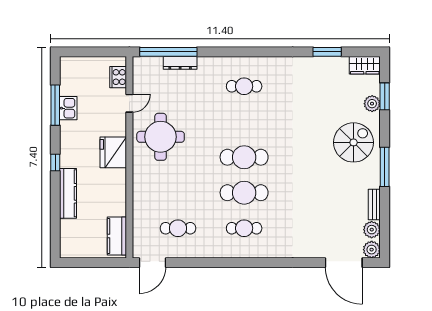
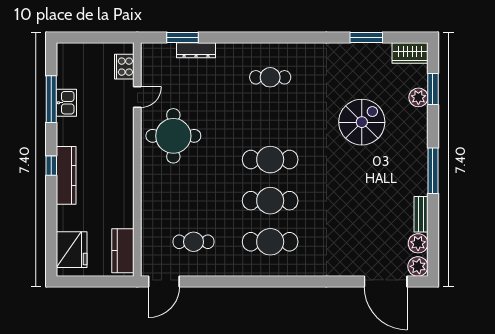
window: (168, 52) -> (182, 37), width x0.47
spiral stairs: (354, 142) -> (362, 122), moved
fridge: (113, 152) -> (72, 250), moved, turned 180
kitchen counter: (68, 193) -> (66, 175), moved
cafe table: (244, 228) -> (270, 242), width x1.37, depth x1.35

